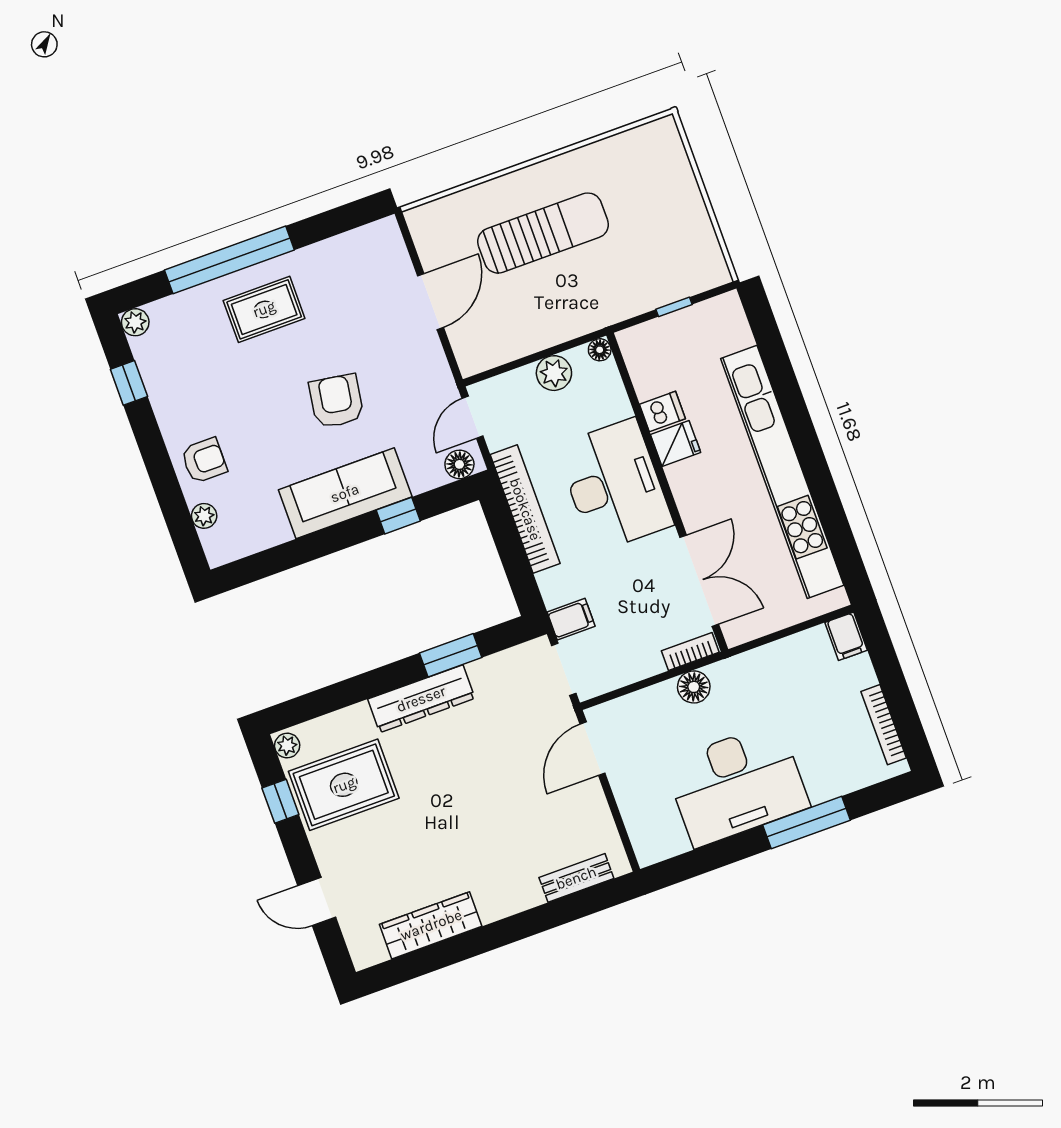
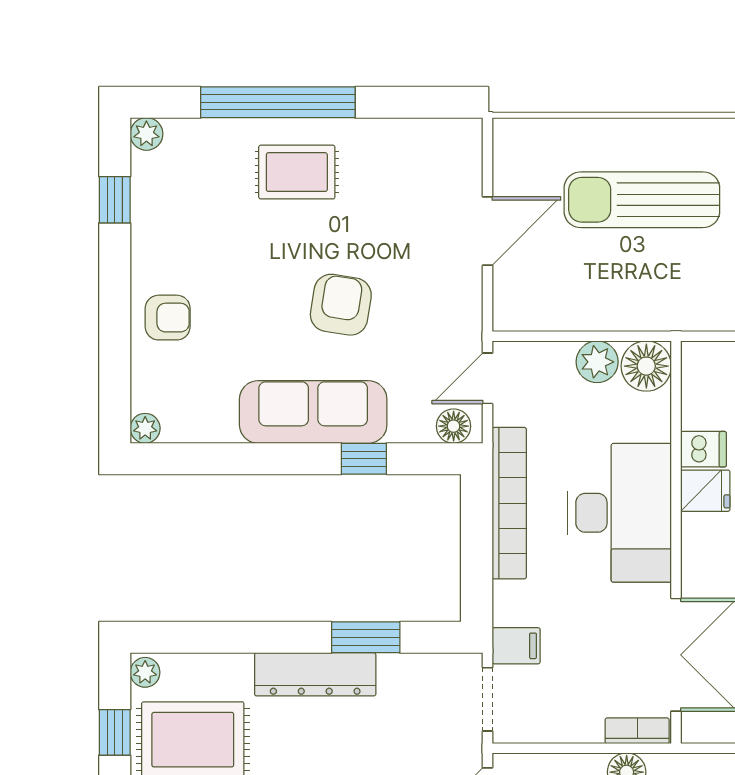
sun lounger: (543, 233) -> (642, 200), turned 180
floor lamp: (600, 350) -> (646, 366), width x1.89, depth x1.89
plant: (204, 516) -> (145, 428), moved

